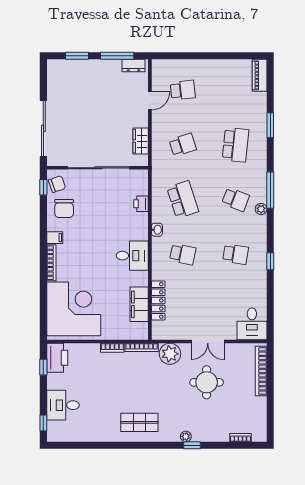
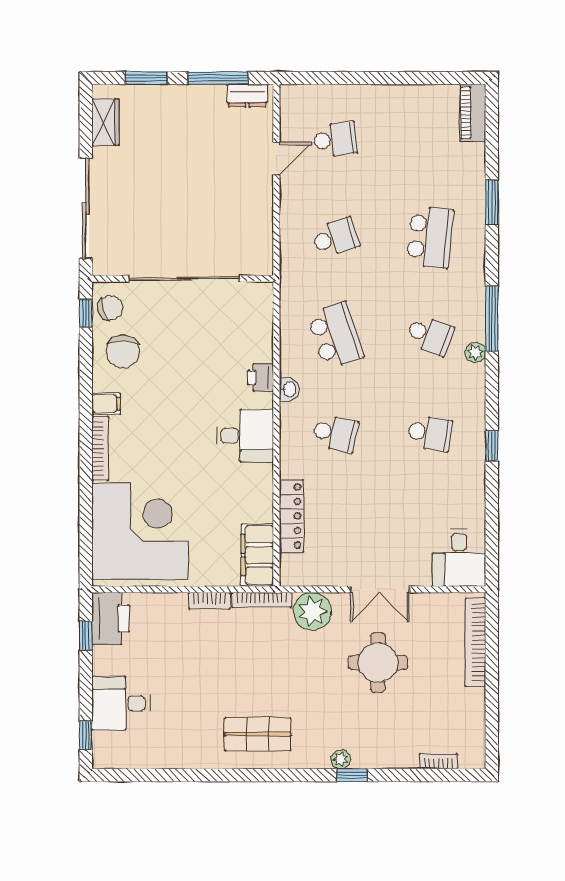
wardrobe: (141, 141) -> (105, 122), moved, turned 180
printer: (141, 204) -> (261, 378), moved
filing cabinet: (139, 304) -> (257, 555), moved

